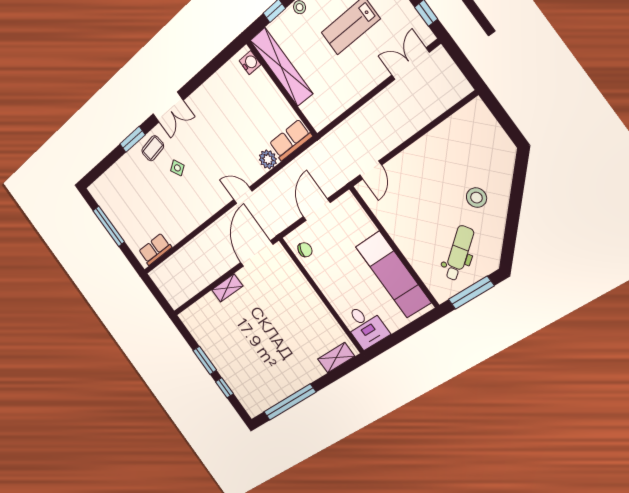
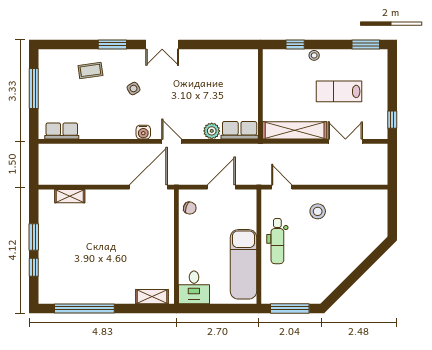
water cooler: (250, 63) -> (143, 132), moved, turned 90
double door: (410, 64) -> (345, 141), moved
shelving: (281, 67) -> (295, 130), moved, turned 90
coffee table: (153, 148) -> (90, 70), moved
door: (371, 170) -> (282, 187), swing flipped
stool: (476, 198) -> (318, 211), moved
dental chair: (459, 253) -> (277, 241), moved, turned 126
shelving: (227, 288) -> (70, 196), moved

